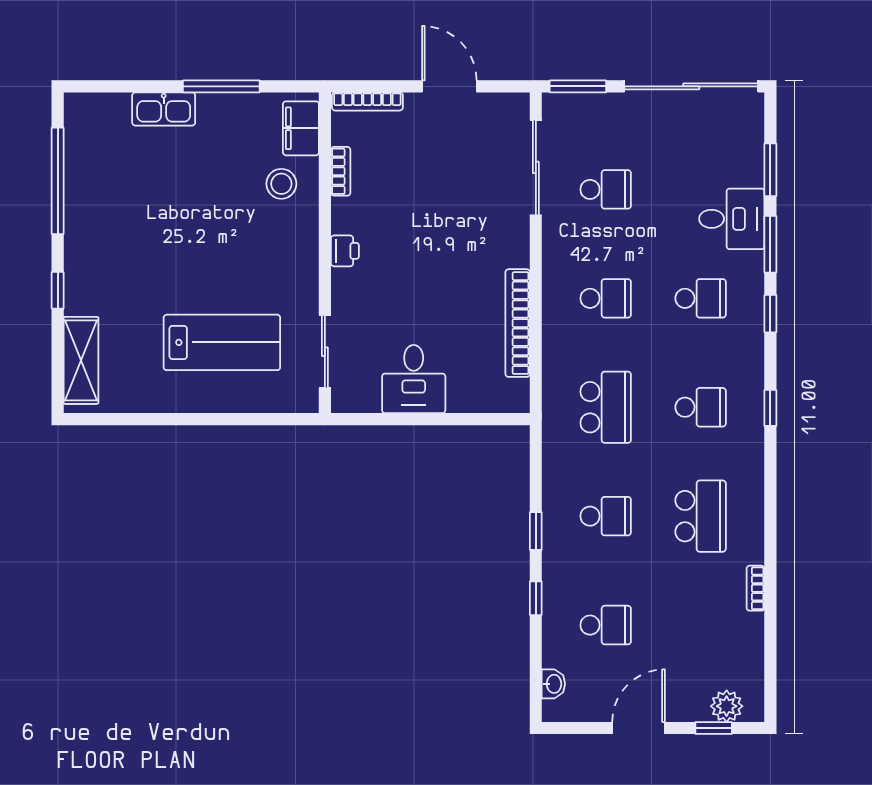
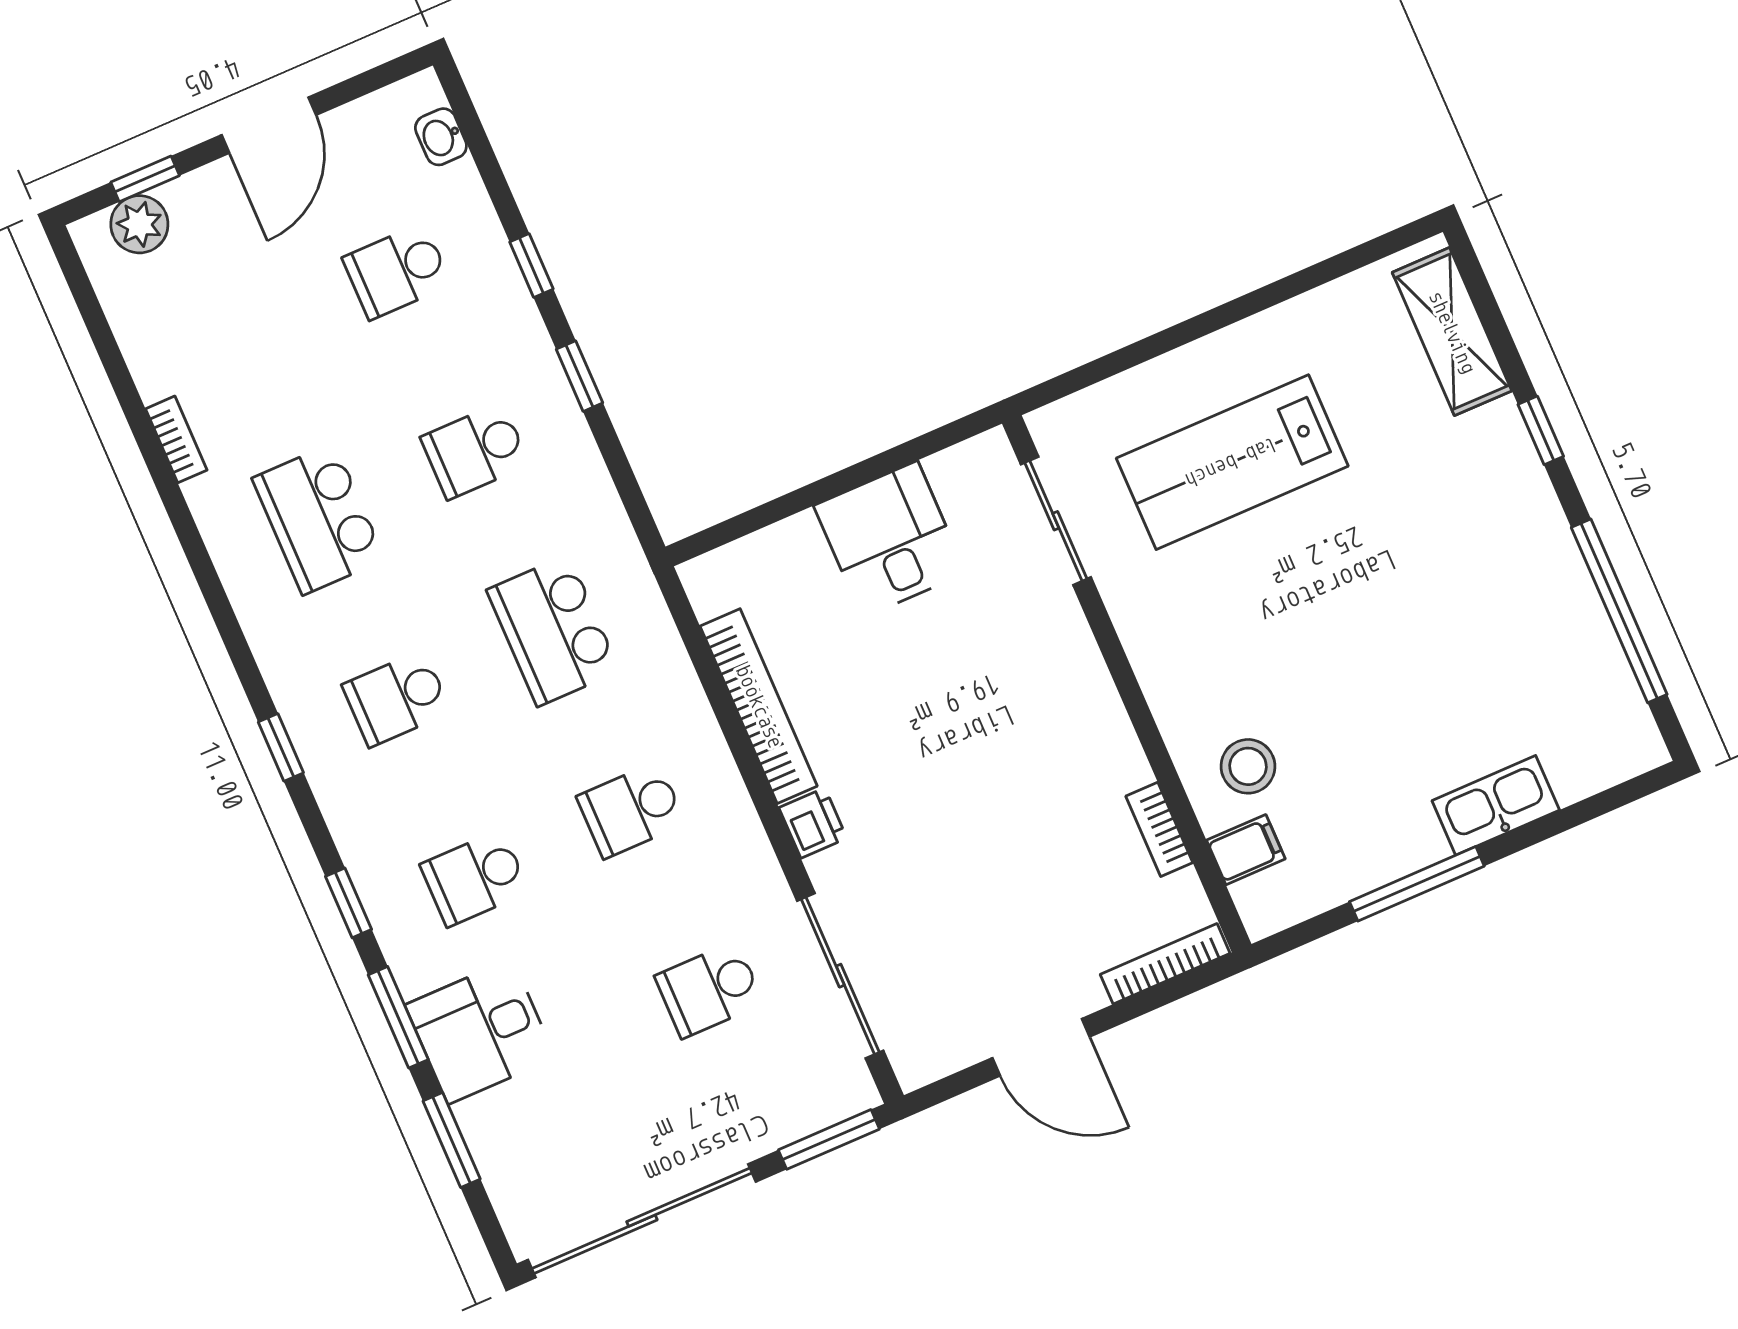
filing cabinet: (301, 128) -> (1246, 850), width x0.50
printer: (345, 251) -> (813, 823), moved, turned 180

